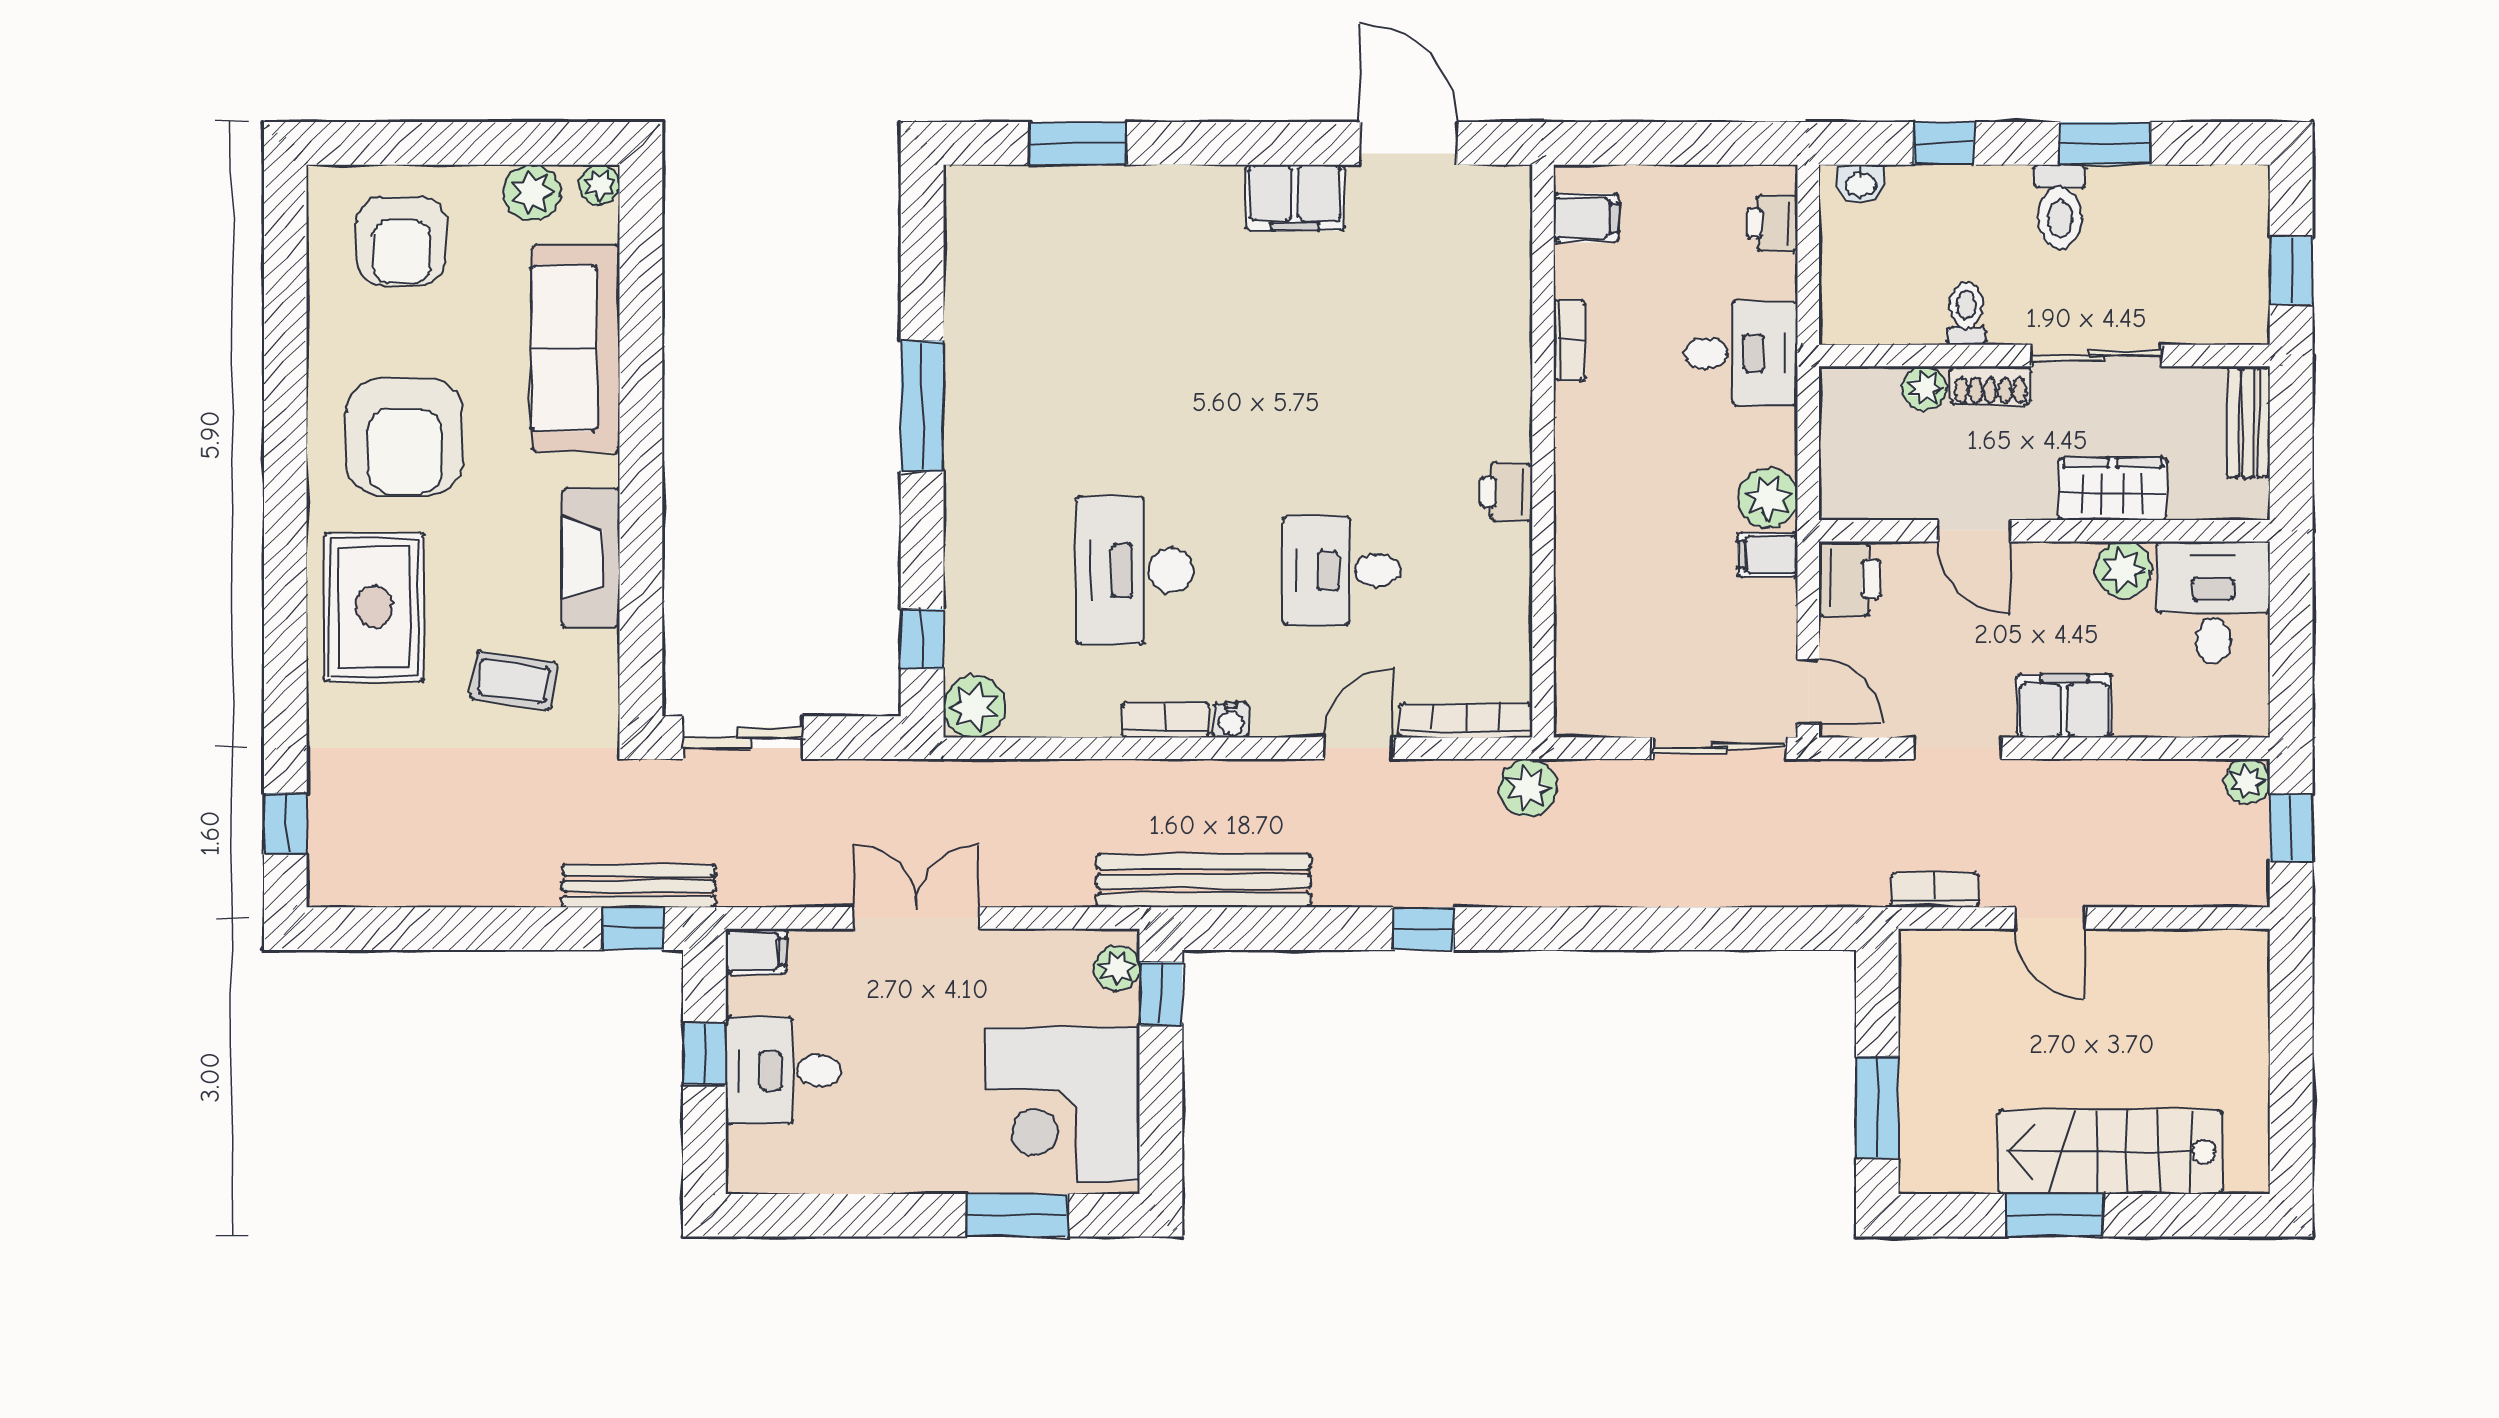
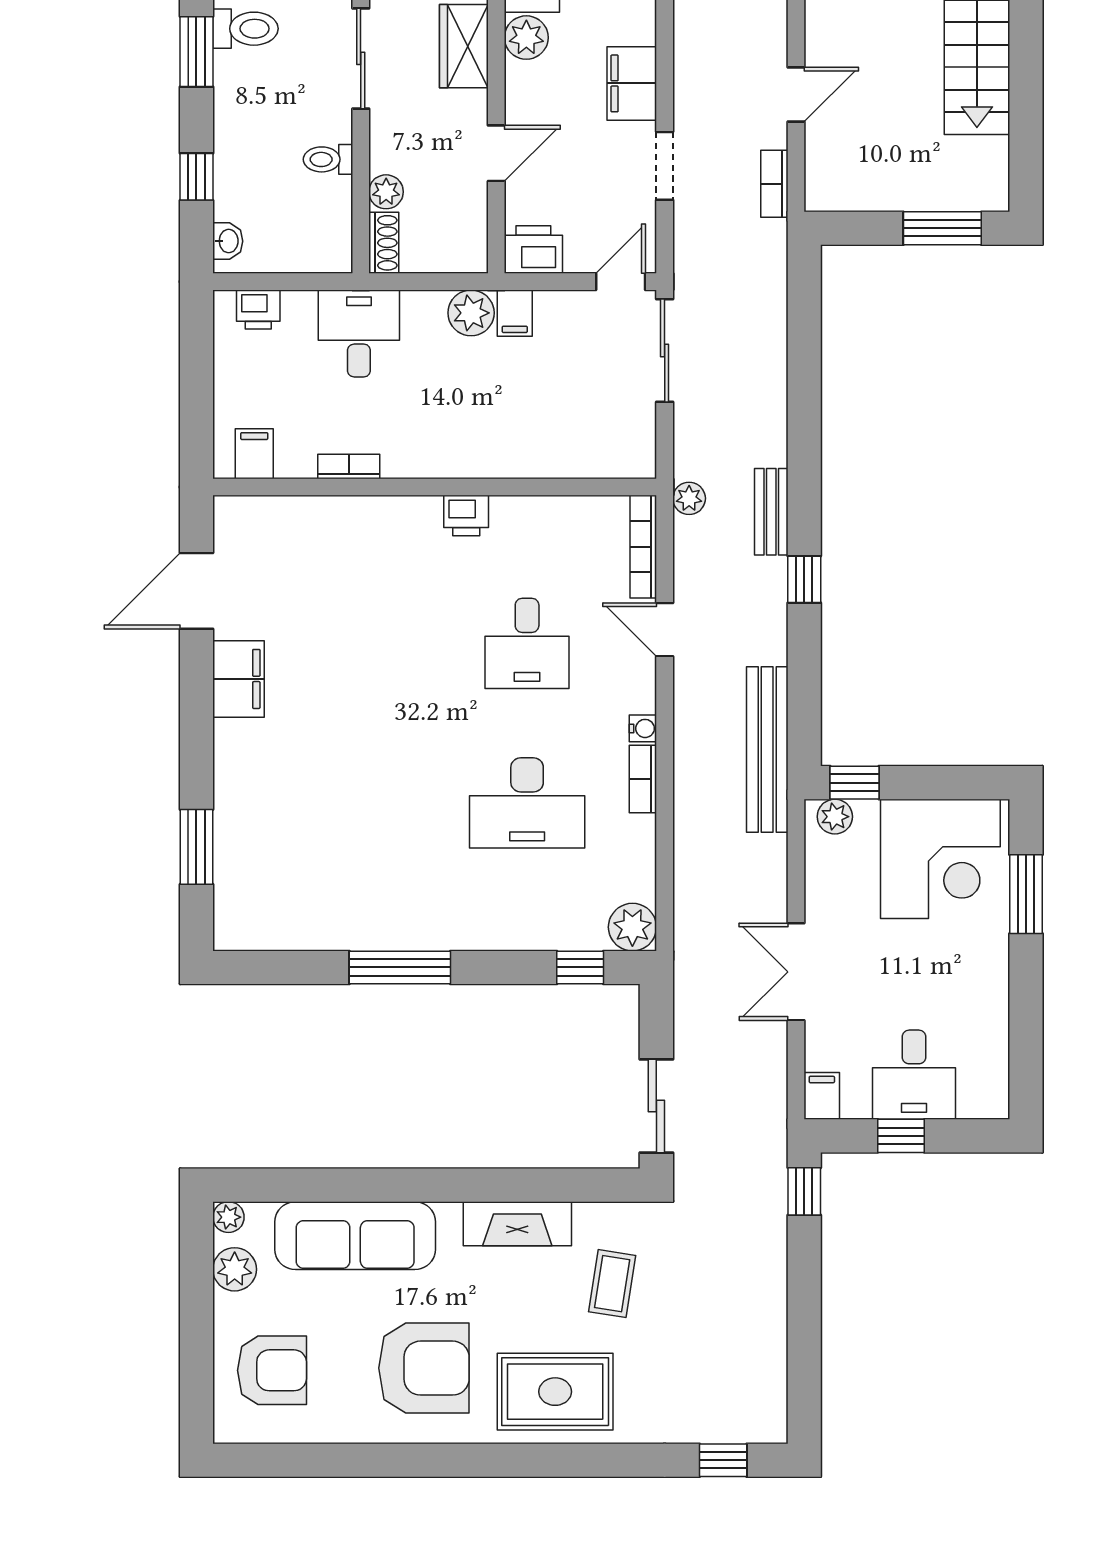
toilet: (2060, 207) -> (245, 29), moved
shoe rack: (1990, 385) -> (384, 243), moved
plant: (1528, 788) -> (689, 498), width x0.73, depth x0.73
bench: (639, 886) -> (771, 512), moved, width x0.73
window: (2054, 1215) -> (1026, 91), removed

